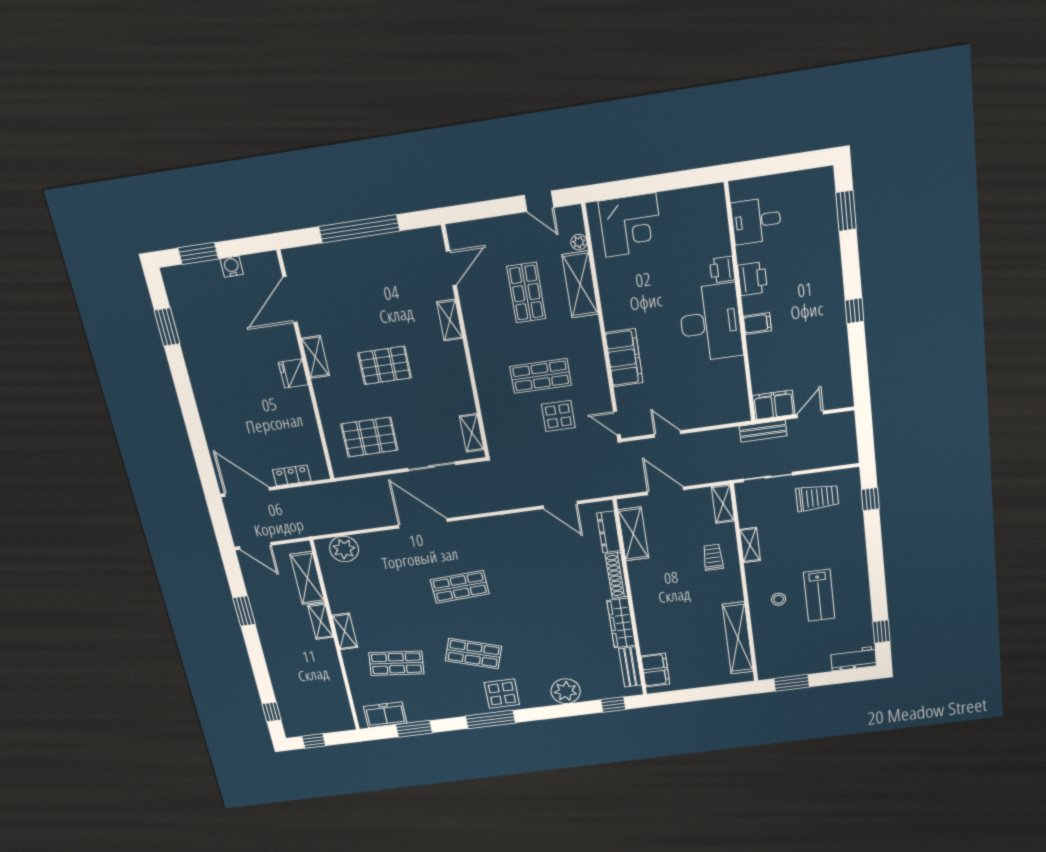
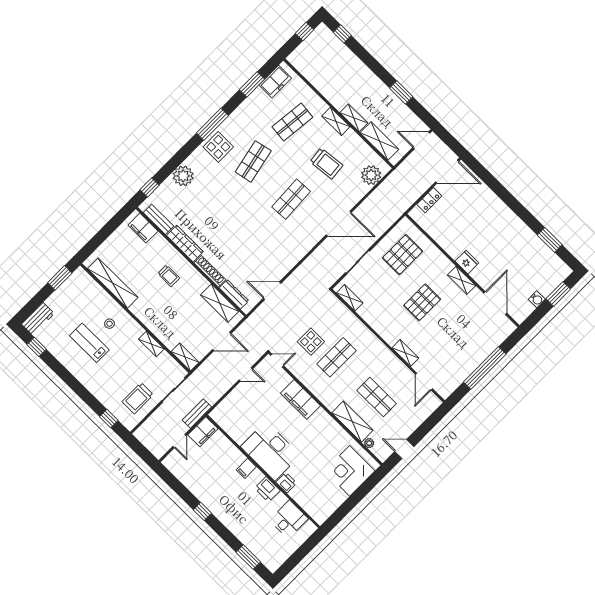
trolley: (713, 557) -> (169, 276), moved
trolley: (389, 596) -> (326, 163), added
shop shelf: (474, 654) -> (253, 161), turned -30

